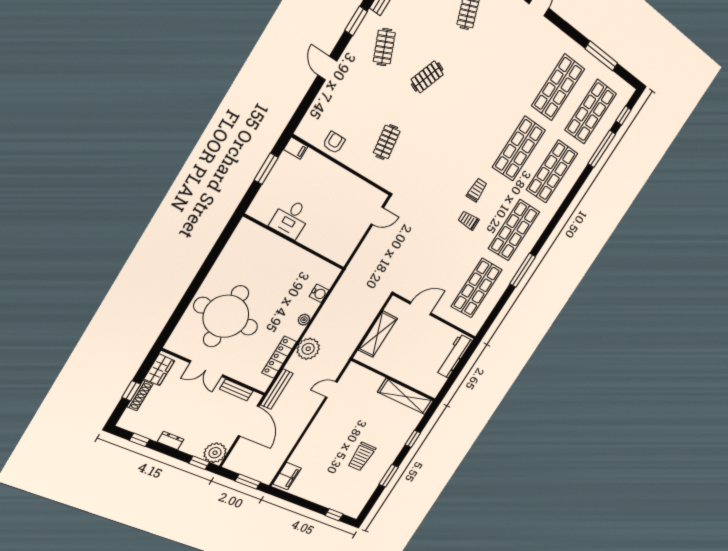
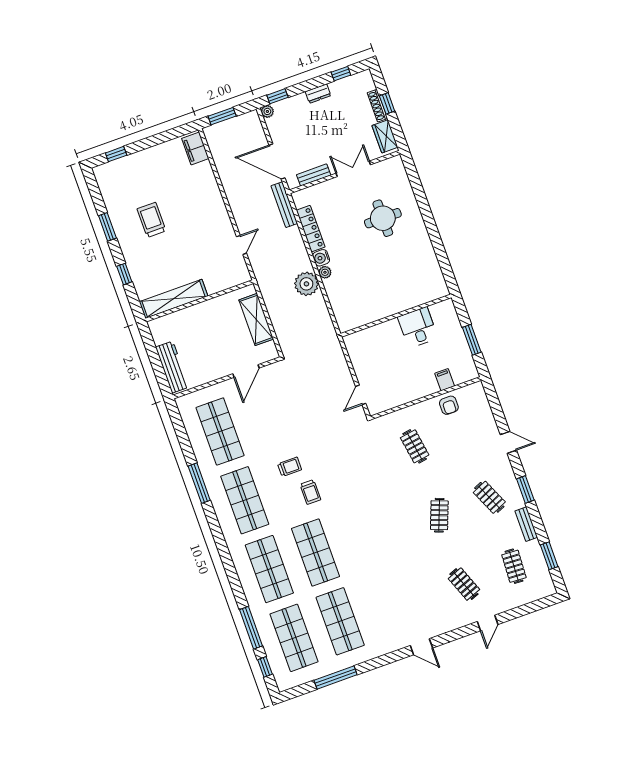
filing cabinet: (296, 148) -> (445, 380), moved, turned 90
water cooler: (319, 293) -> (321, 258), moved
round table: (226, 316) -> (383, 218), width x0.54, depth x0.54
plant: (308, 349) -> (306, 284), moved
plant: (215, 453) -> (267, 111), width x0.53, depth x0.53

